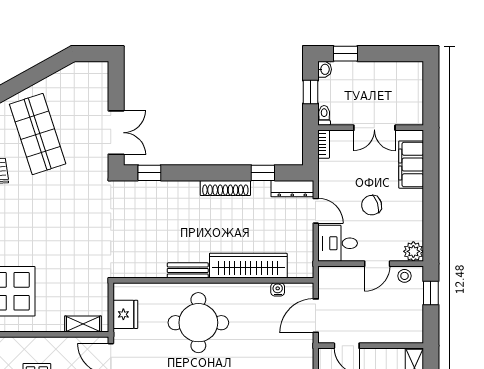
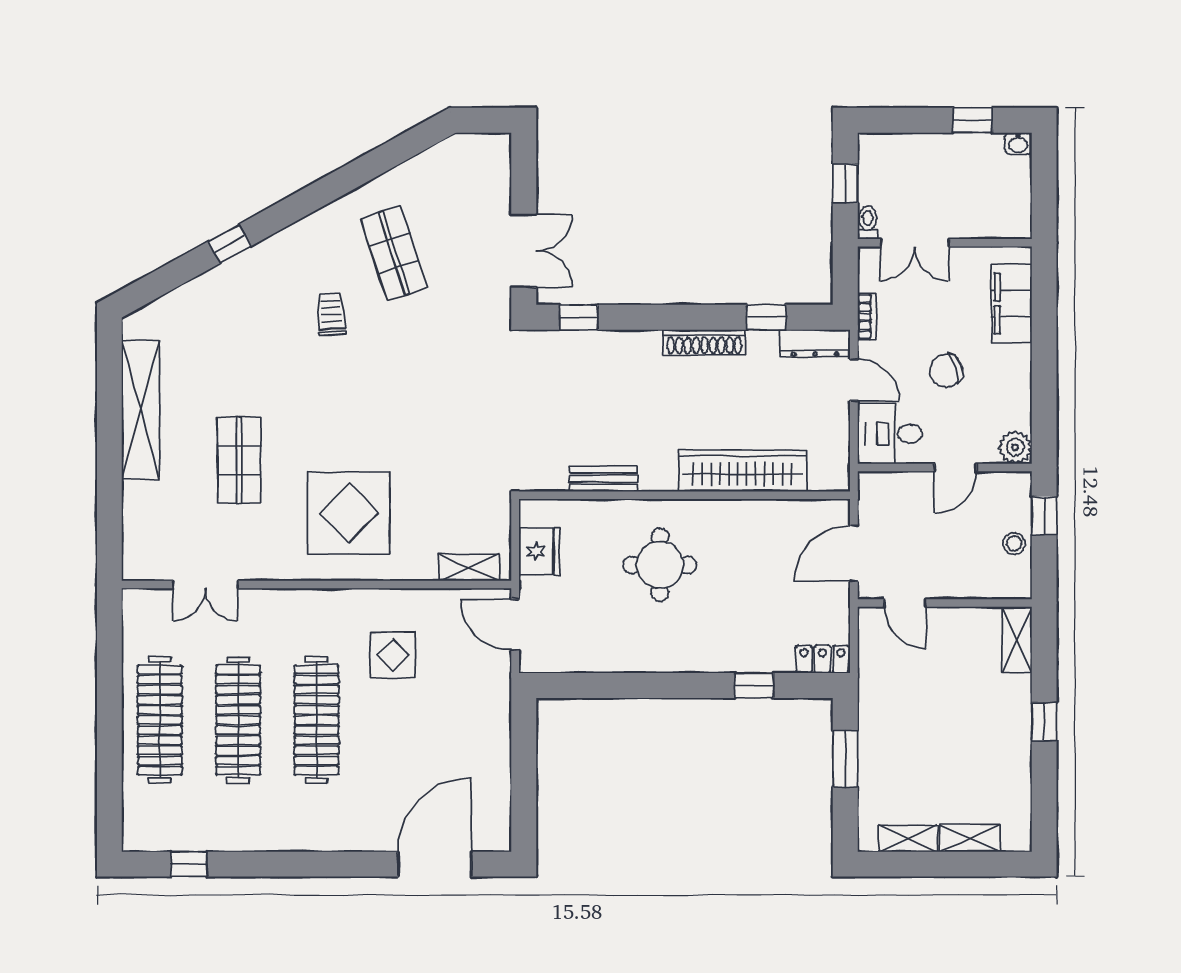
window: (345, 54) -> (973, 120), moved
washbasin: (325, 69) -> (1018, 143), moved, turned 90
double door: (374, 128) -> (915, 243), moved
shop shelf: (38, 134) -> (394, 253), width x0.70, depth x0.74
bookcase: (324, 144) -> (867, 317), moved
bench: (188, 270) -> (603, 479), moved
stool: (405, 276) -> (1014, 544), moved
water cooler: (278, 289) -> (791, 510), removed
round table: (198, 323) -> (660, 565), width x0.73, depth x0.73

